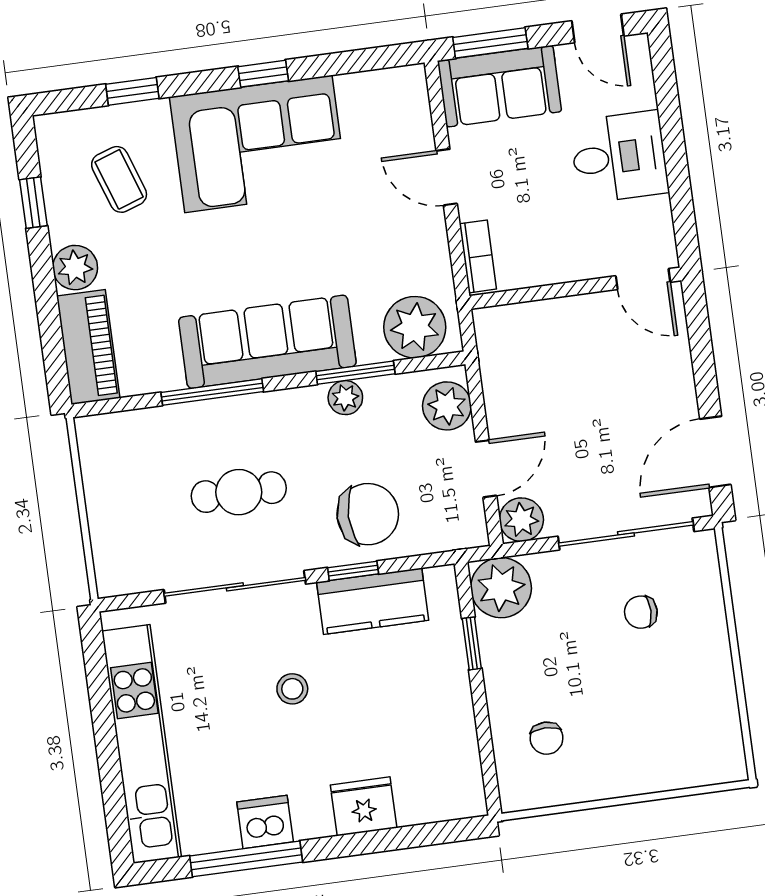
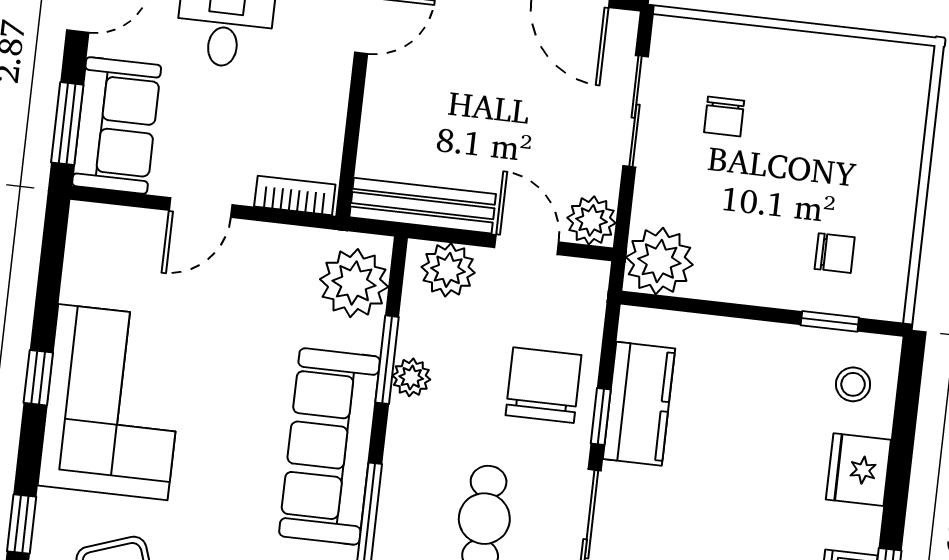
bench: (497, 370) -> (423, 206), added
sliding door: (626, 534) -> (636, 111), width x0.73
window: (472, 643) -> (830, 321), moved
stool: (292, 689) -> (853, 384), moved

